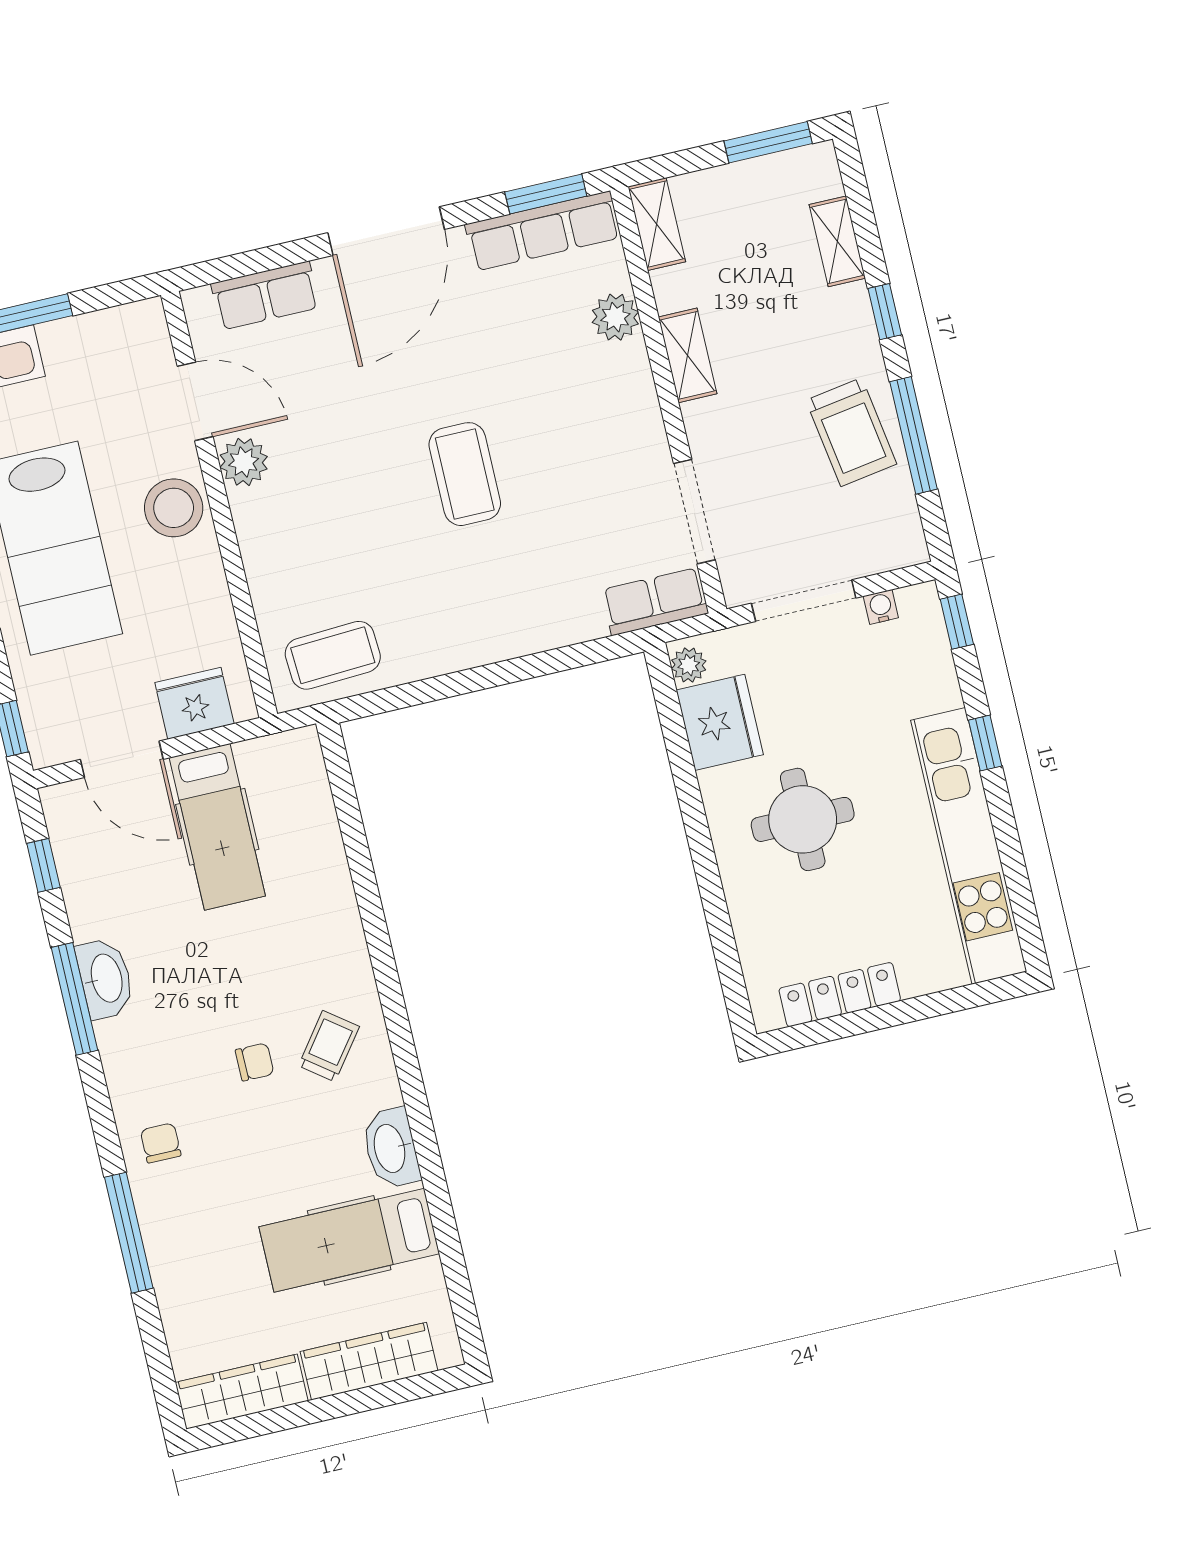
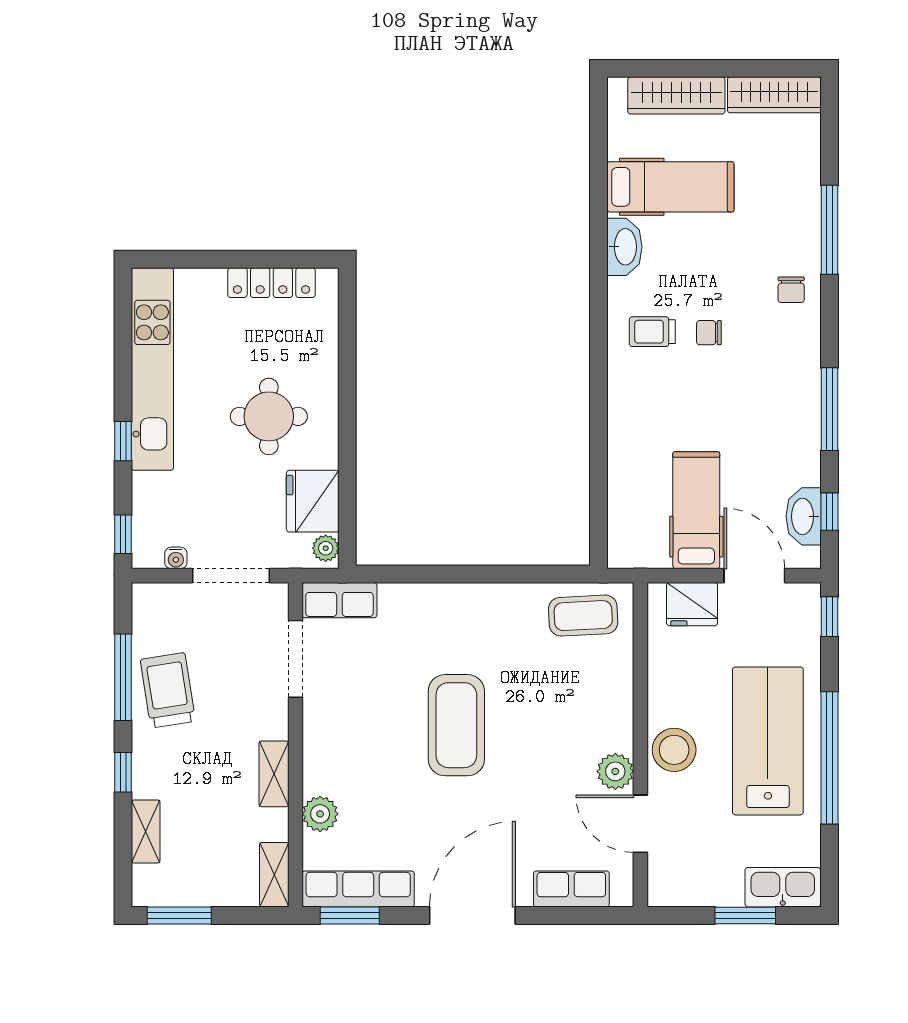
coffee table: (465, 474) -> (456, 725), width x1.36, depth x1.32
washbasin: (105, 978) -> (804, 516), moved
trolley: (329, 1046) -> (652, 332), turned 53

